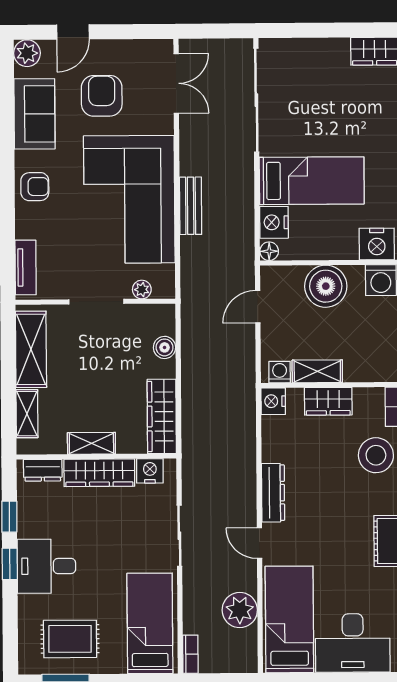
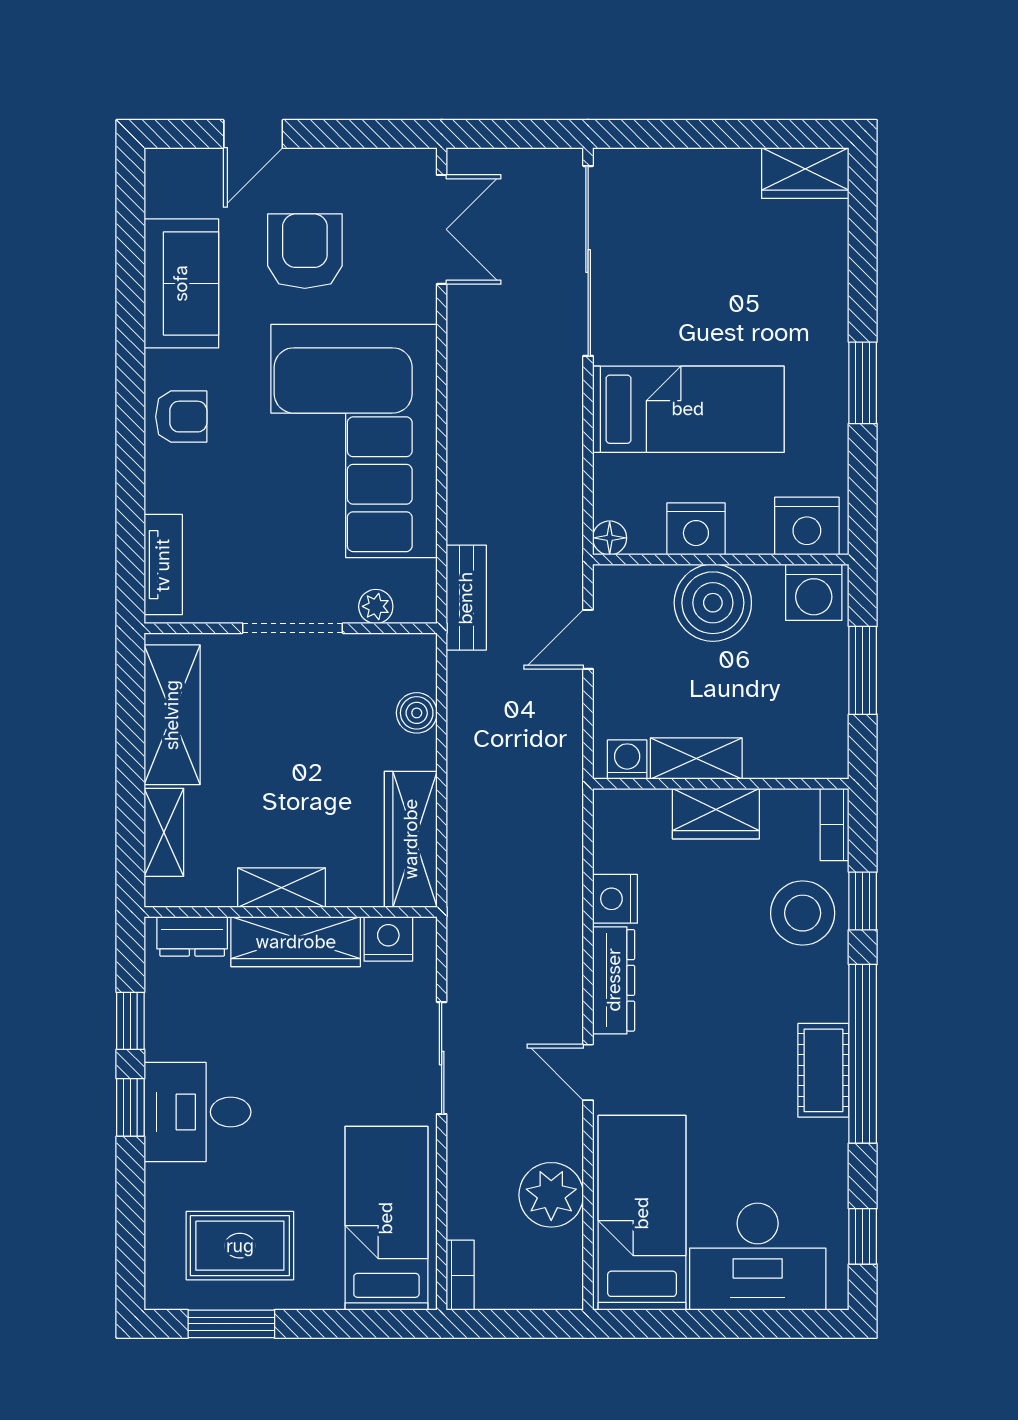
plant: (27, 53) -> (169, 172), removed
bench: (191, 206) -> (466, 598), moved
nightstand: (274, 222) -> (696, 529), moved, turned -90
nightstand: (273, 401) -> (615, 899), moved

